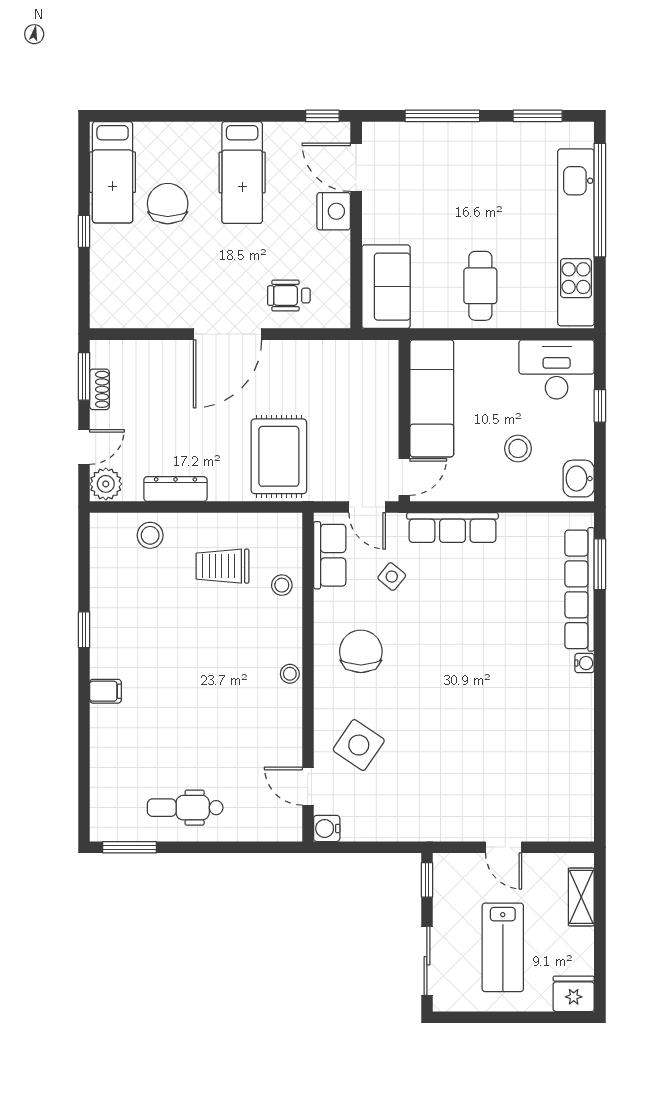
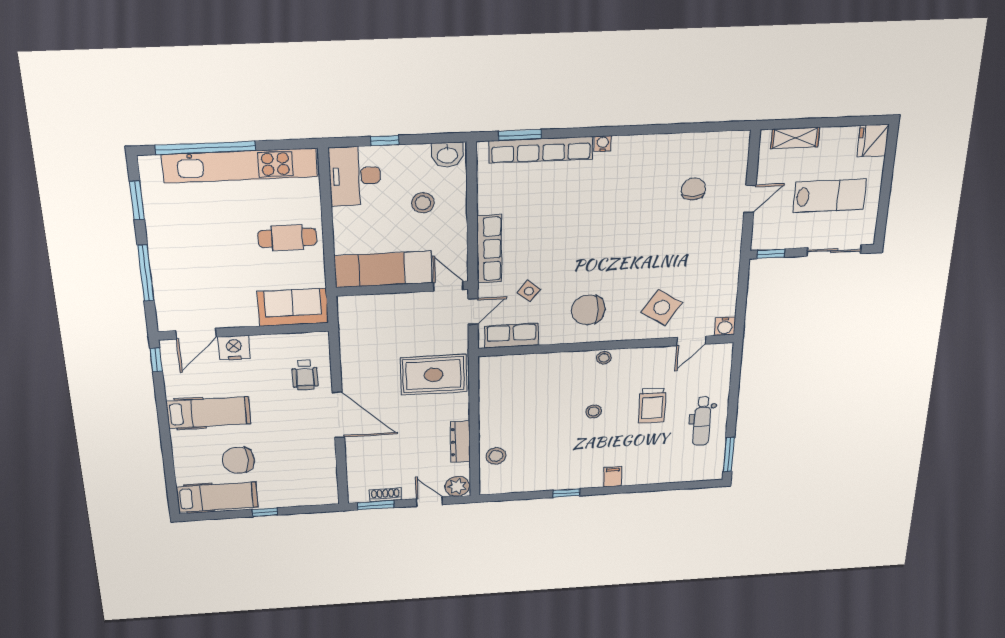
trolley: (222, 566) -> (652, 405), moved
stool: (282, 585) -> (594, 411), moved
chair: (520, 776) -> (693, 189), added

